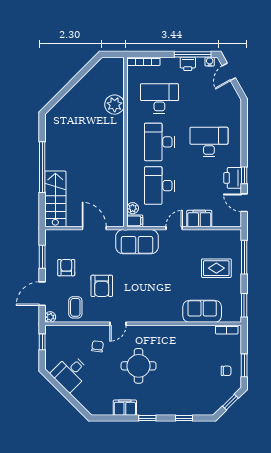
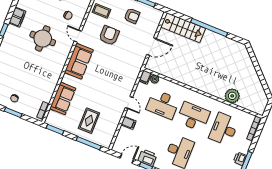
desk: (159, 98) -> (224, 129), turned 180
desk: (159, 186) -> (163, 104), turned 180
filing cabinet: (199, 218) -> (128, 123), width x0.50
sofa: (137, 242) -> (79, 61), moved, turned 180
armchair: (102, 286) -> (109, 35), turned 90

